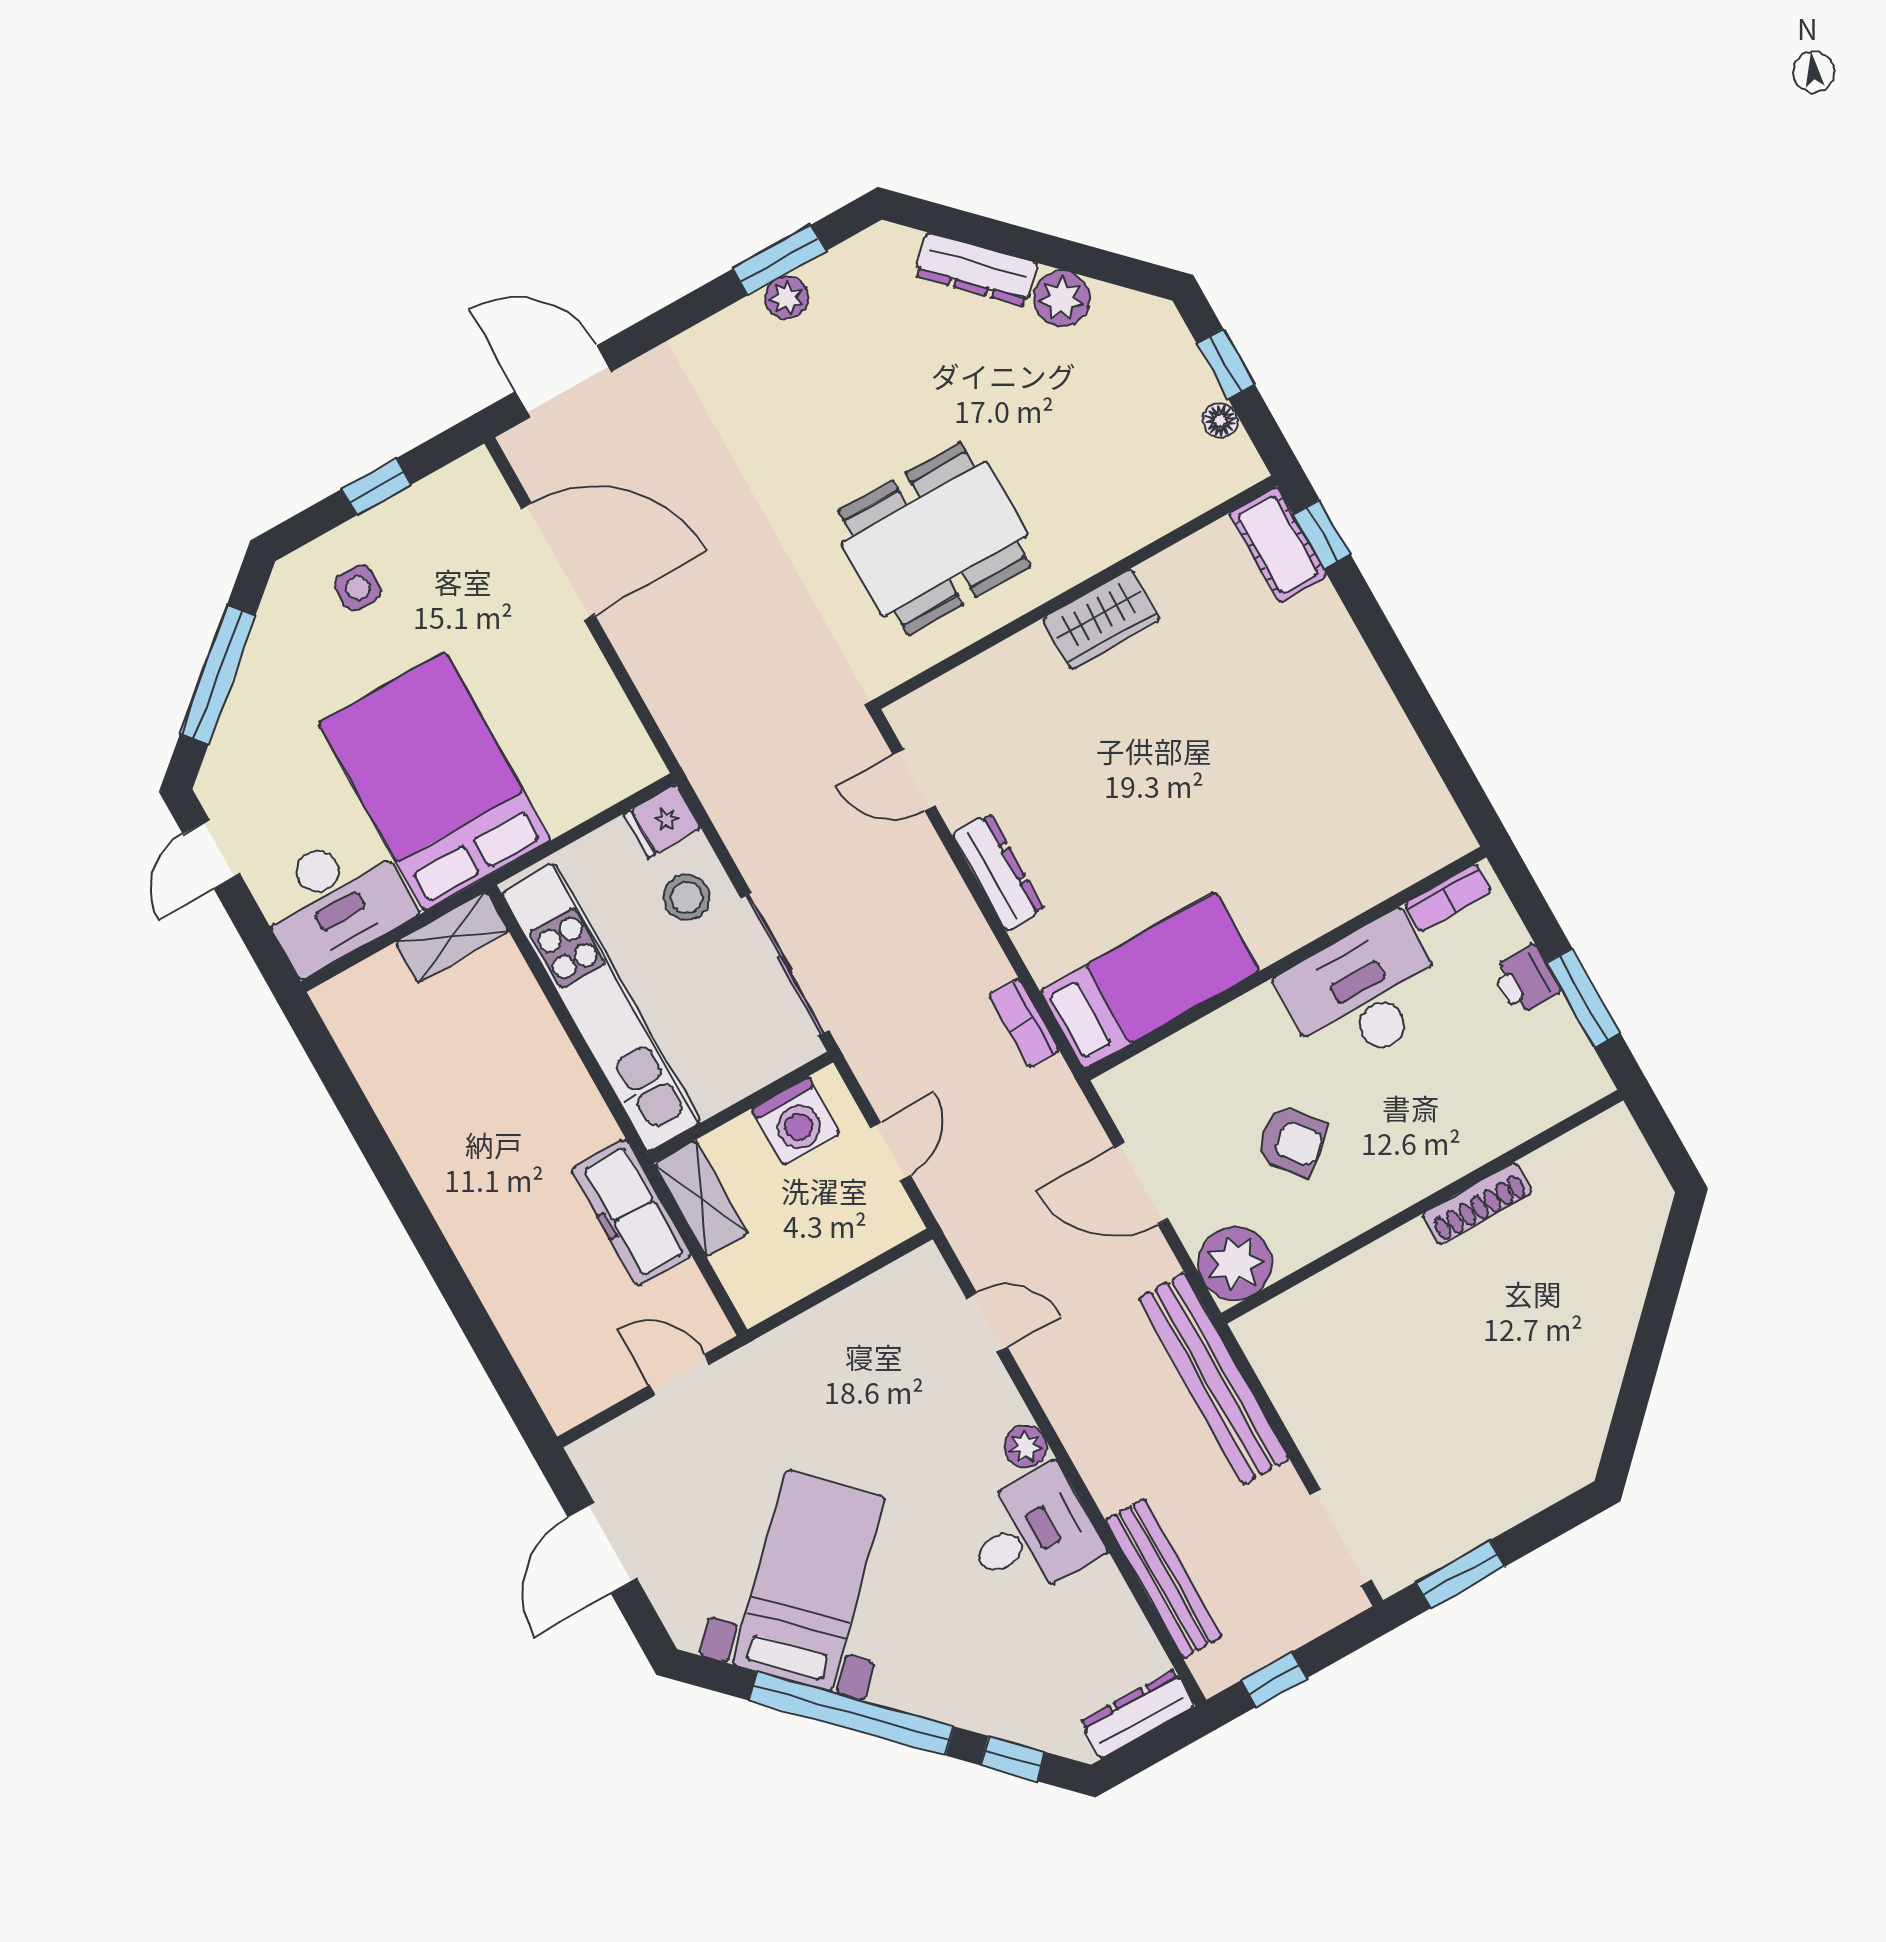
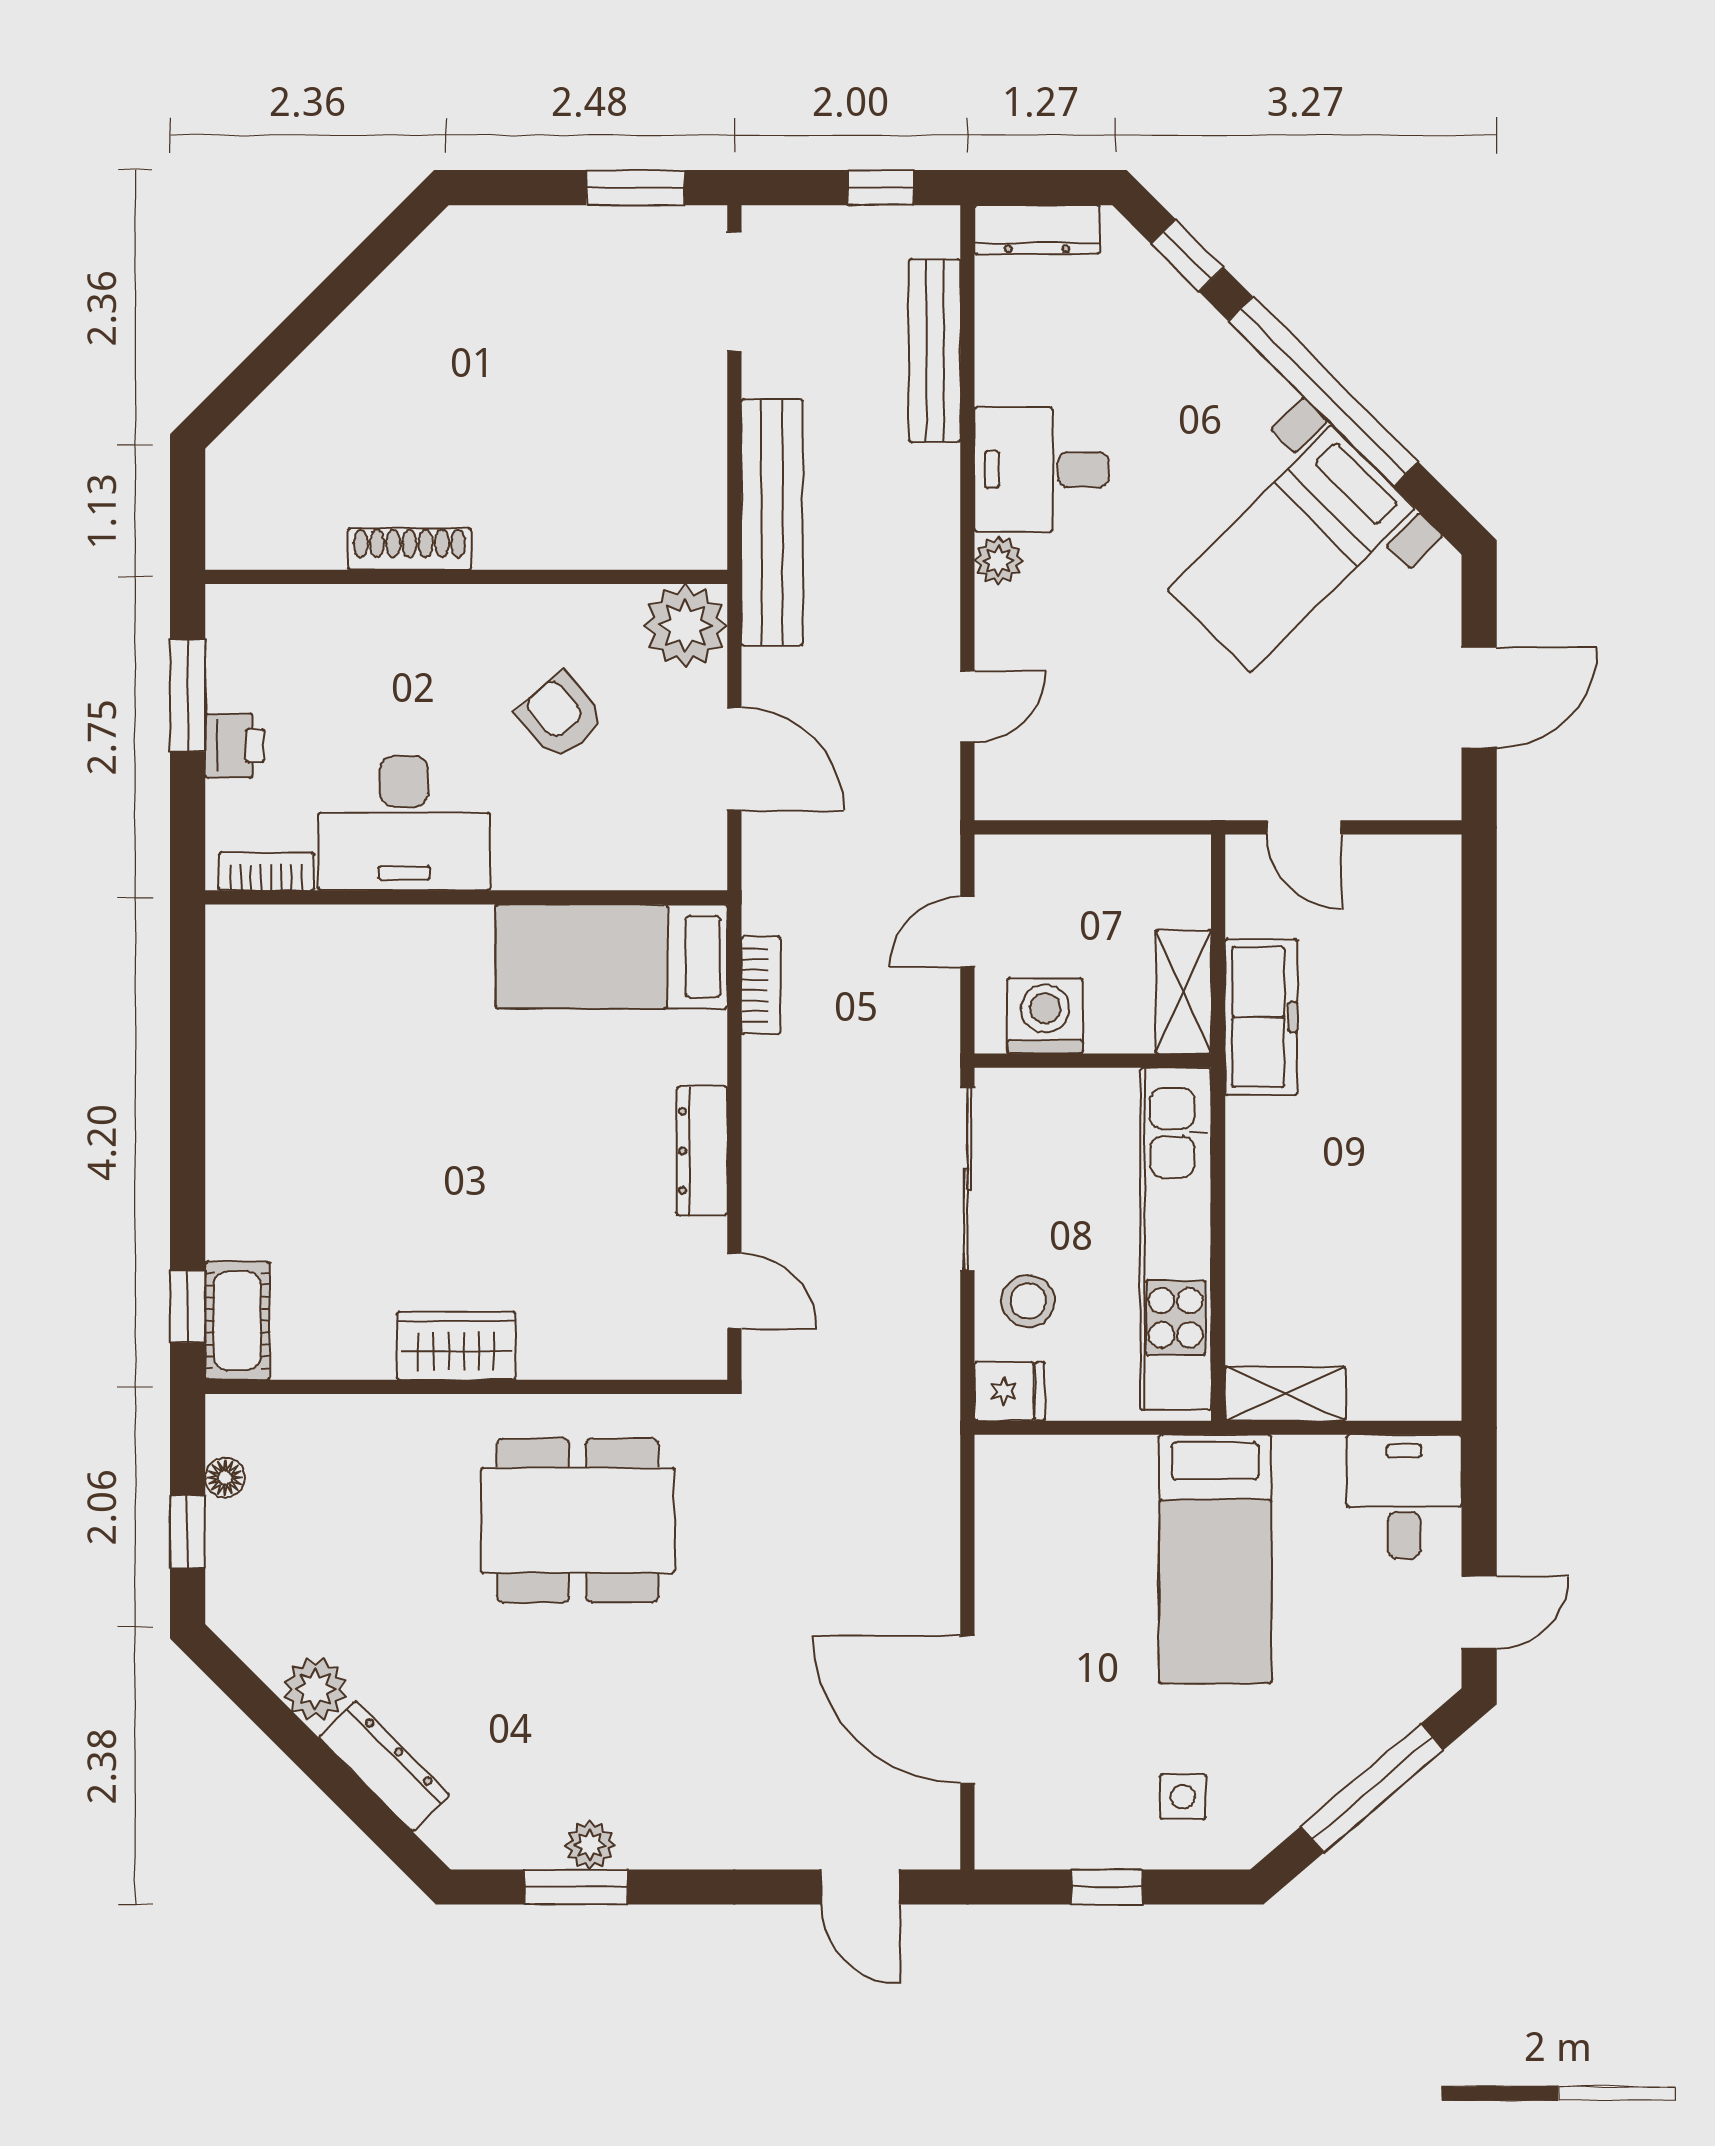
door: (564, 381) -> (860, 1887), width x0.73
bed: (434, 782) -> (1215, 1559), width x0.67
desk: (334, 901) -> (1404, 1497), width x0.73
door: (987, 1323) -> (967, 706), swing flipped

